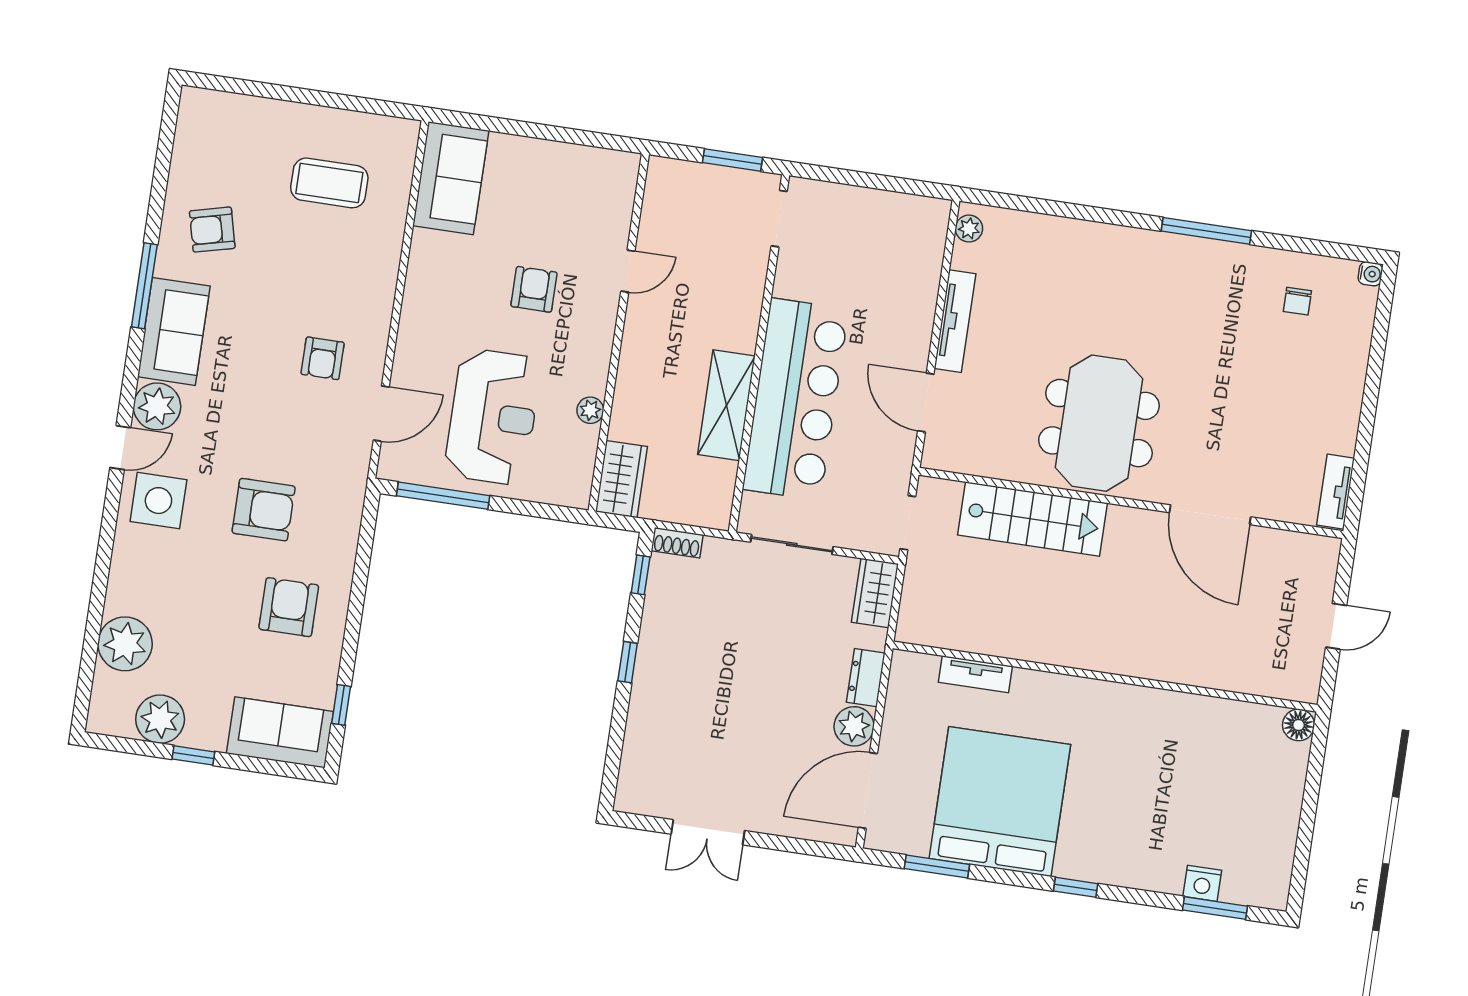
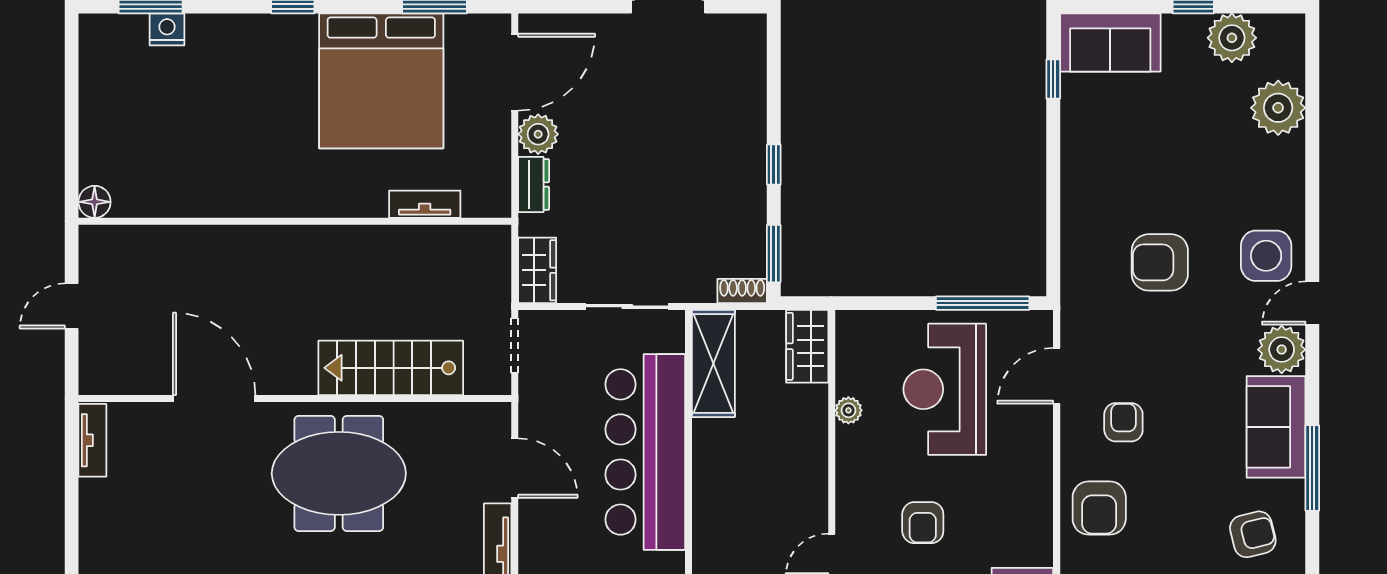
shelving: (726, 405) -> (713, 363), moved
meeting table: (1099, 423) -> (339, 473), turned 90
window: (641, 575) -> (774, 254), width x1.50
armchair: (289, 607) -> (1099, 508), moved

